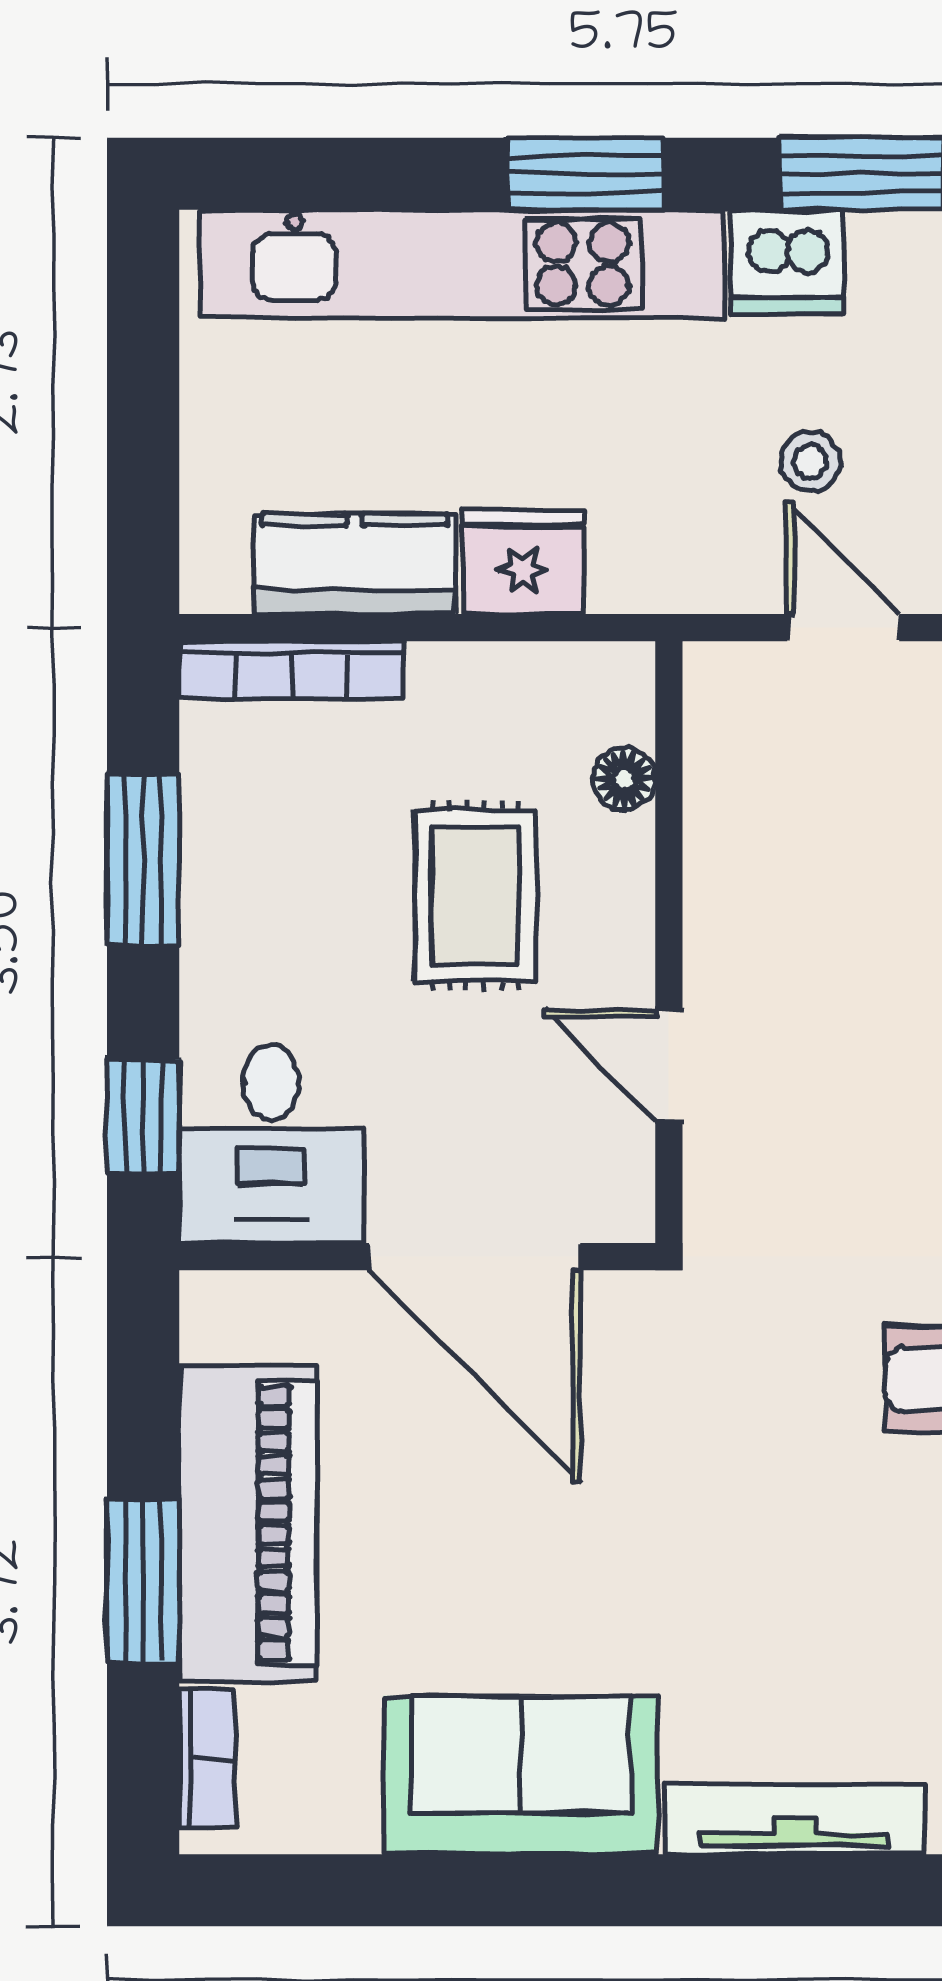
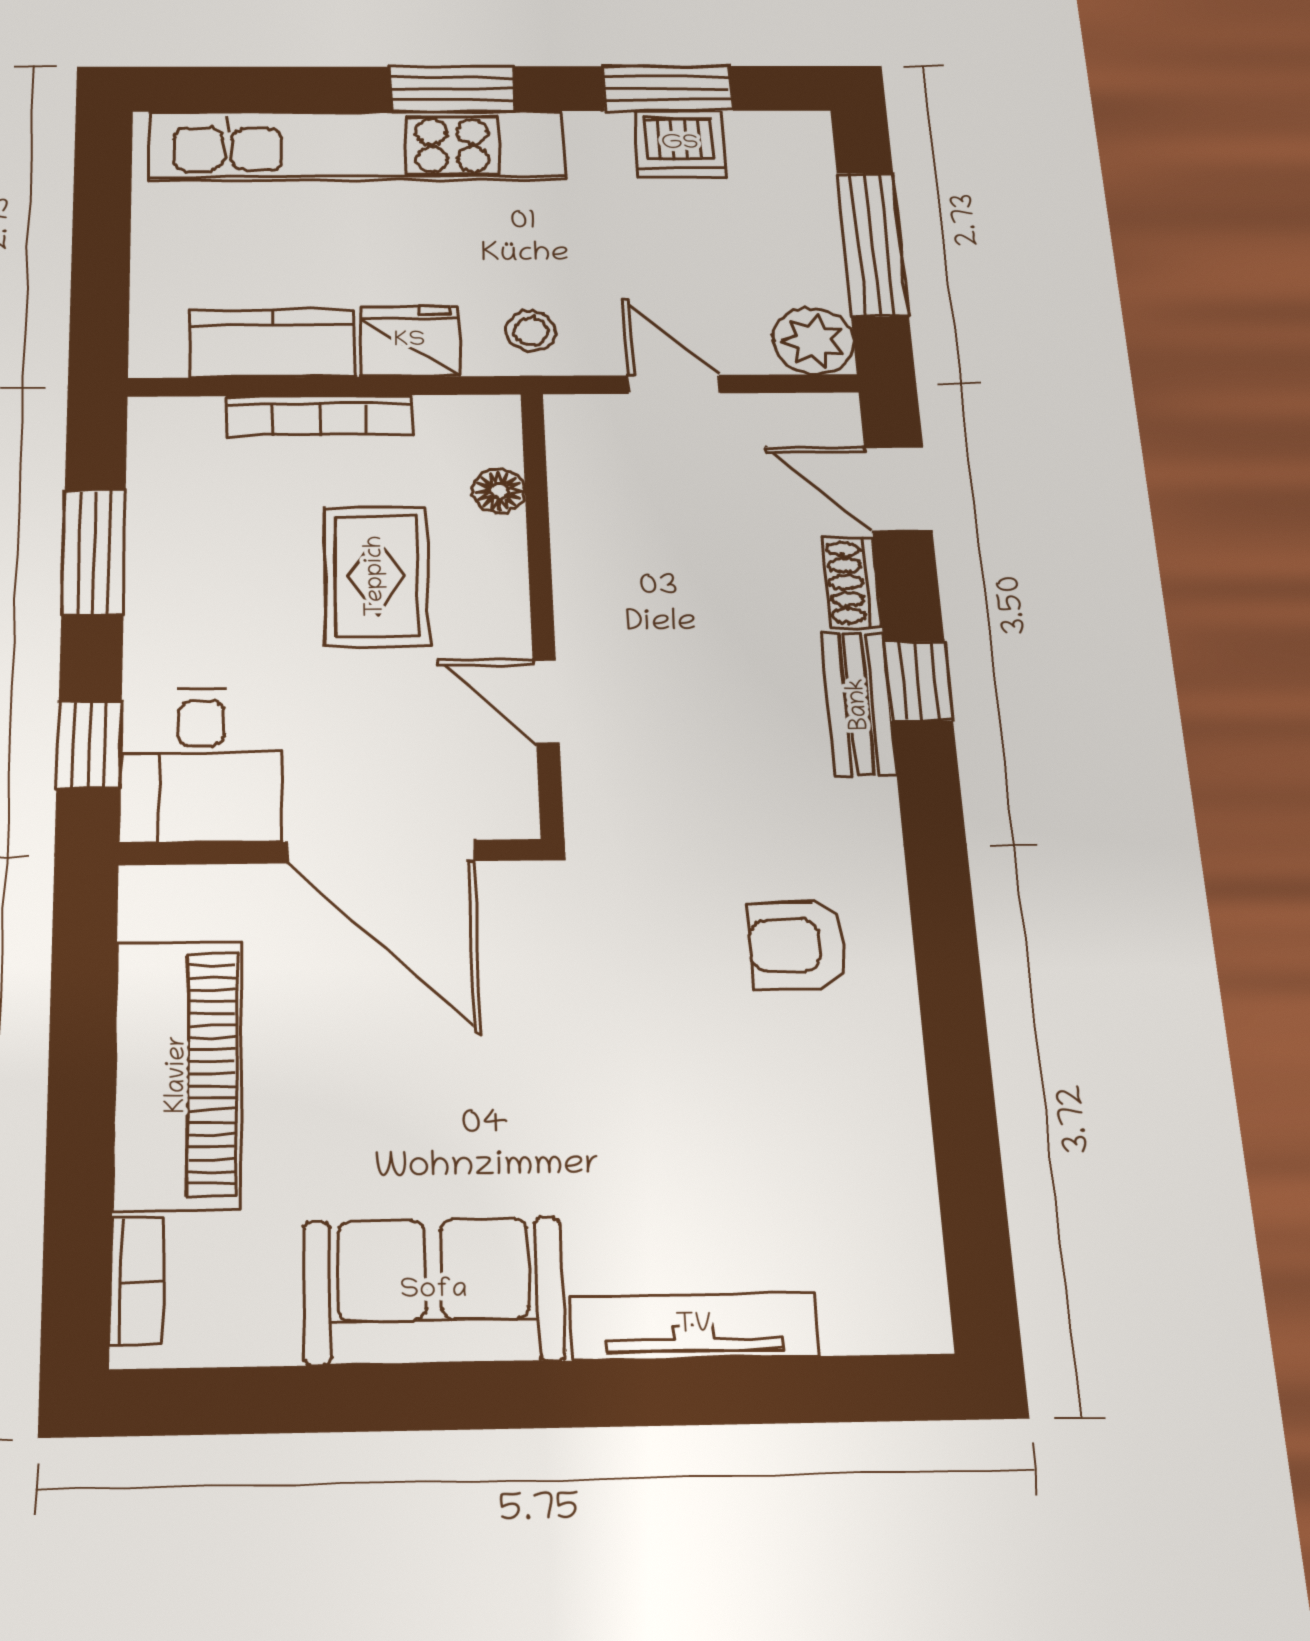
dishwasher: (787, 262) -> (680, 144), moved
stool: (810, 461) -> (531, 331), moved
bookcase: (291, 670) -> (320, 416), moved
window: (143, 1580) -> (80, 1124), removed

